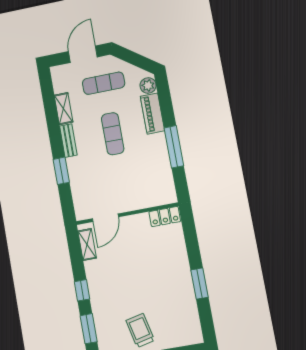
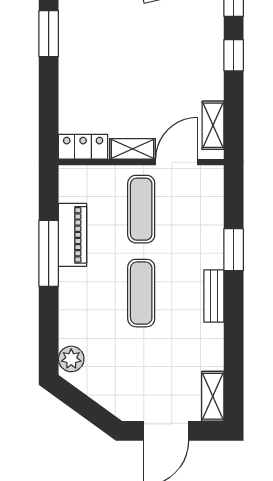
exercise mat: (104, 83) -> (141, 209), moved, turned 90
shelving: (63, 109) -> (213, 396), moved
piano: (152, 114) -> (73, 235), moved
shelving: (134, 221) -> (133, 149), added

